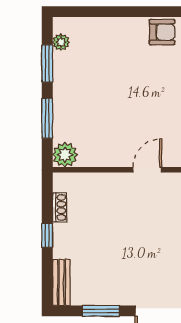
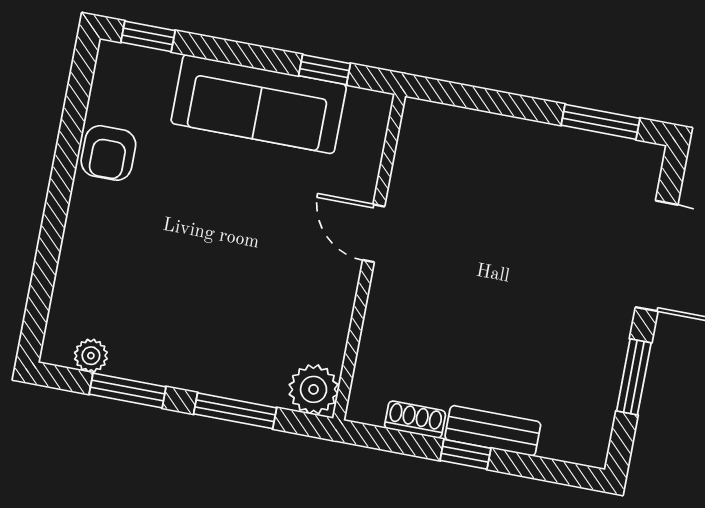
armchair: (162, 32) -> (108, 153), turned 180
bench: (61, 283) -> (493, 431), moved

